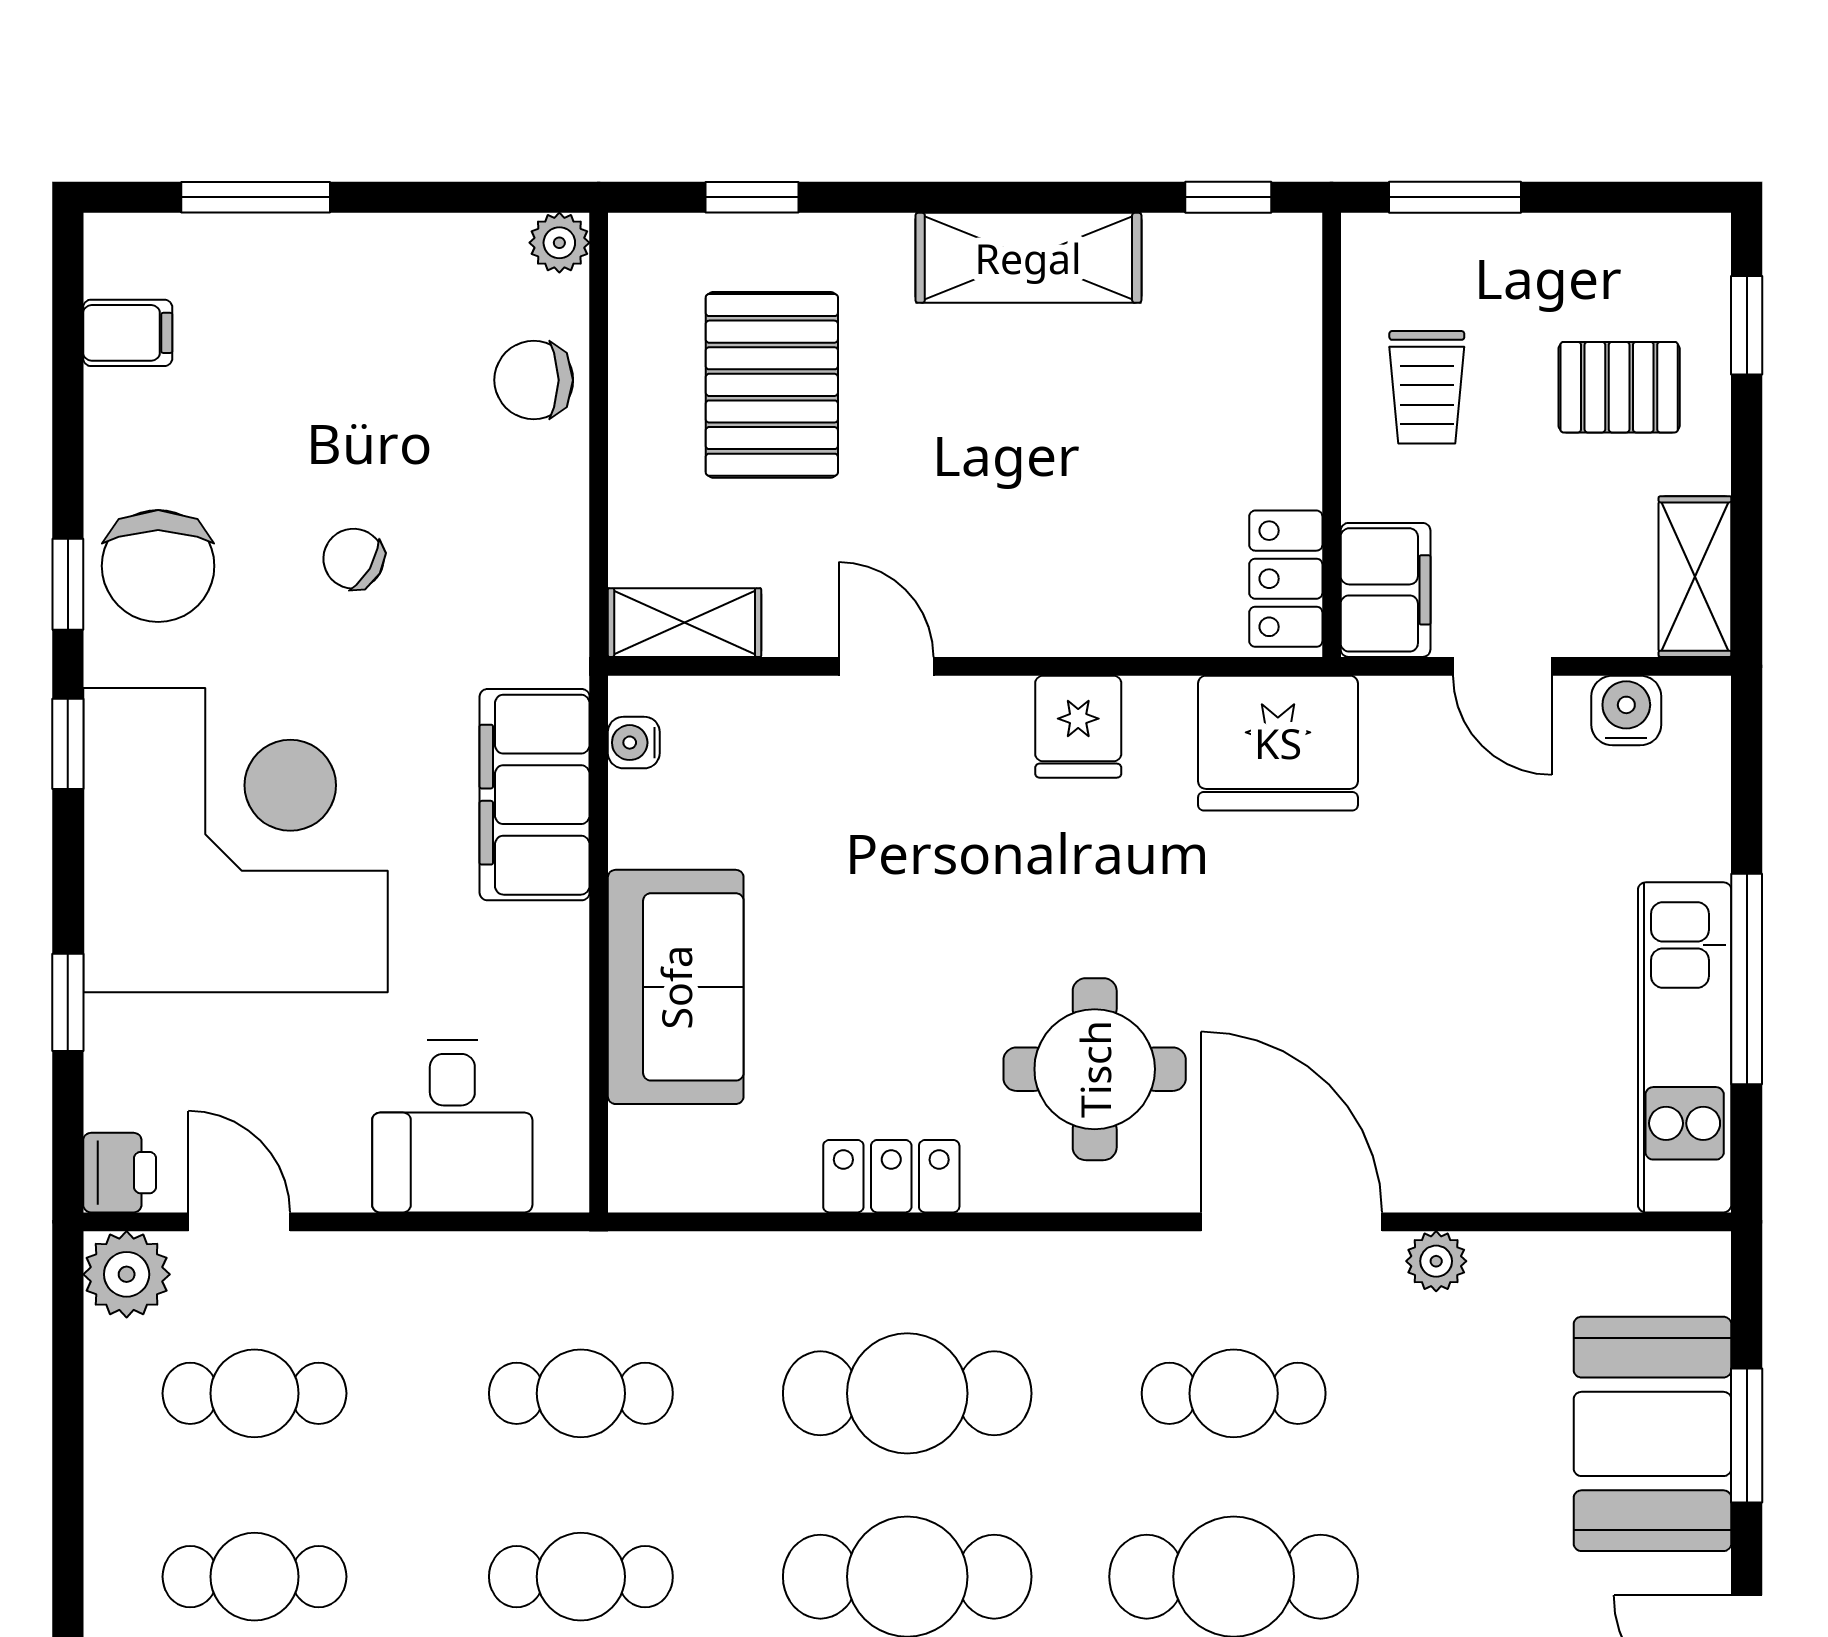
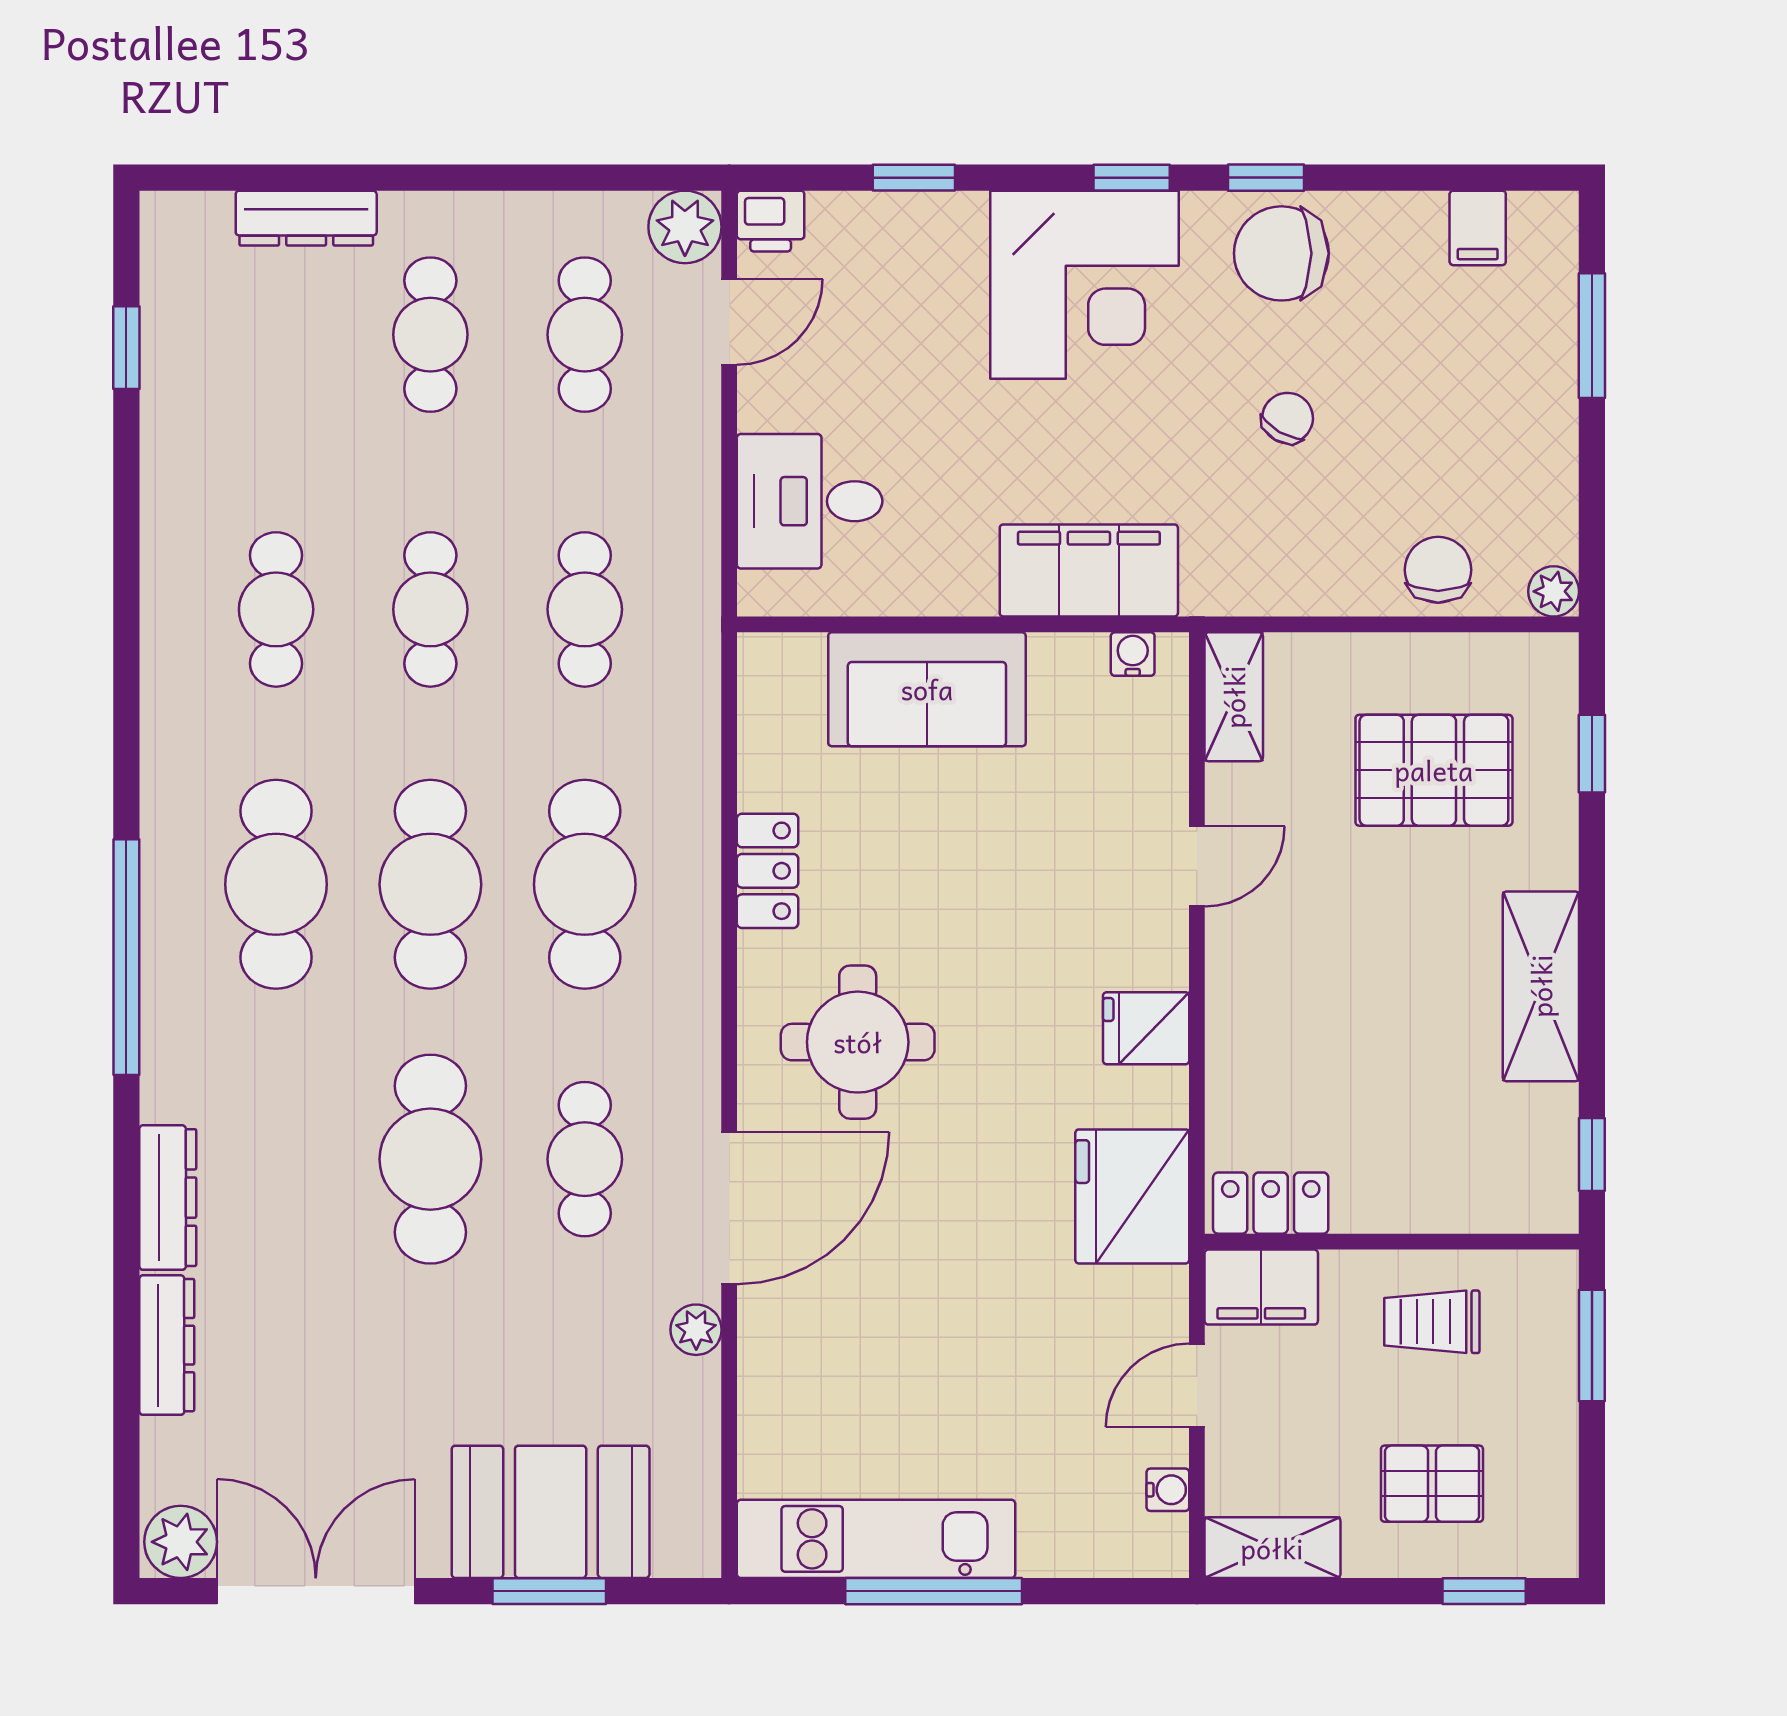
pallet: (1619, 387) -> (1432, 1484), turned 90
water cooler: (1626, 710) -> (1168, 1490), width x0.72, depth x0.72
corner desk: (235, 840) -> (1085, 285), width x0.74, depth x0.74

